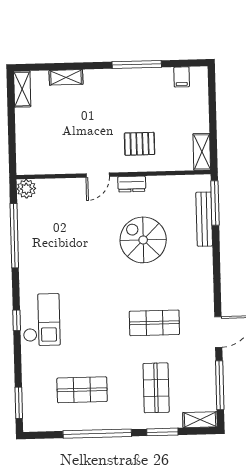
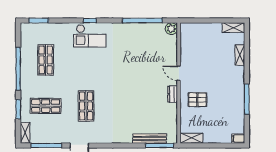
filing cabinet: (182, 77) -> (238, 139), moved
pallet: (140, 144) -> (197, 100), turned 90
spiral stairs: (143, 240) -> (138, 100), removed

